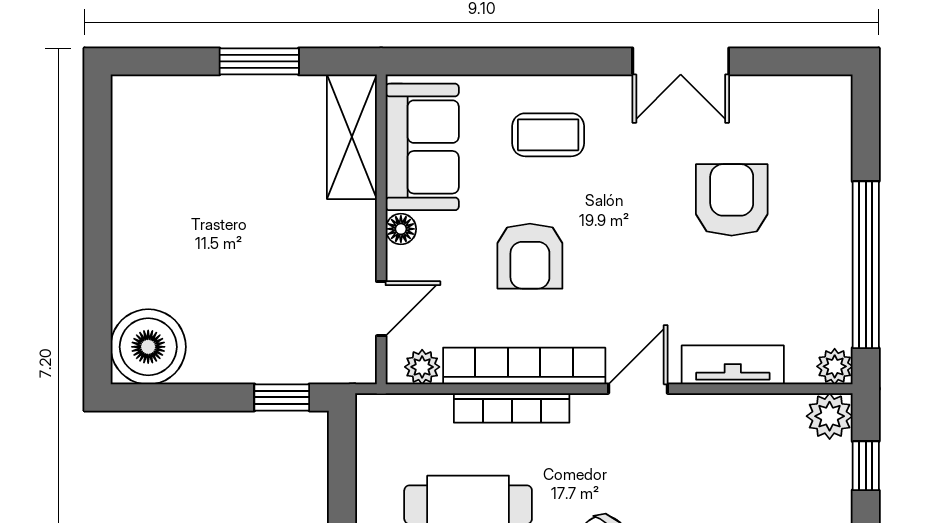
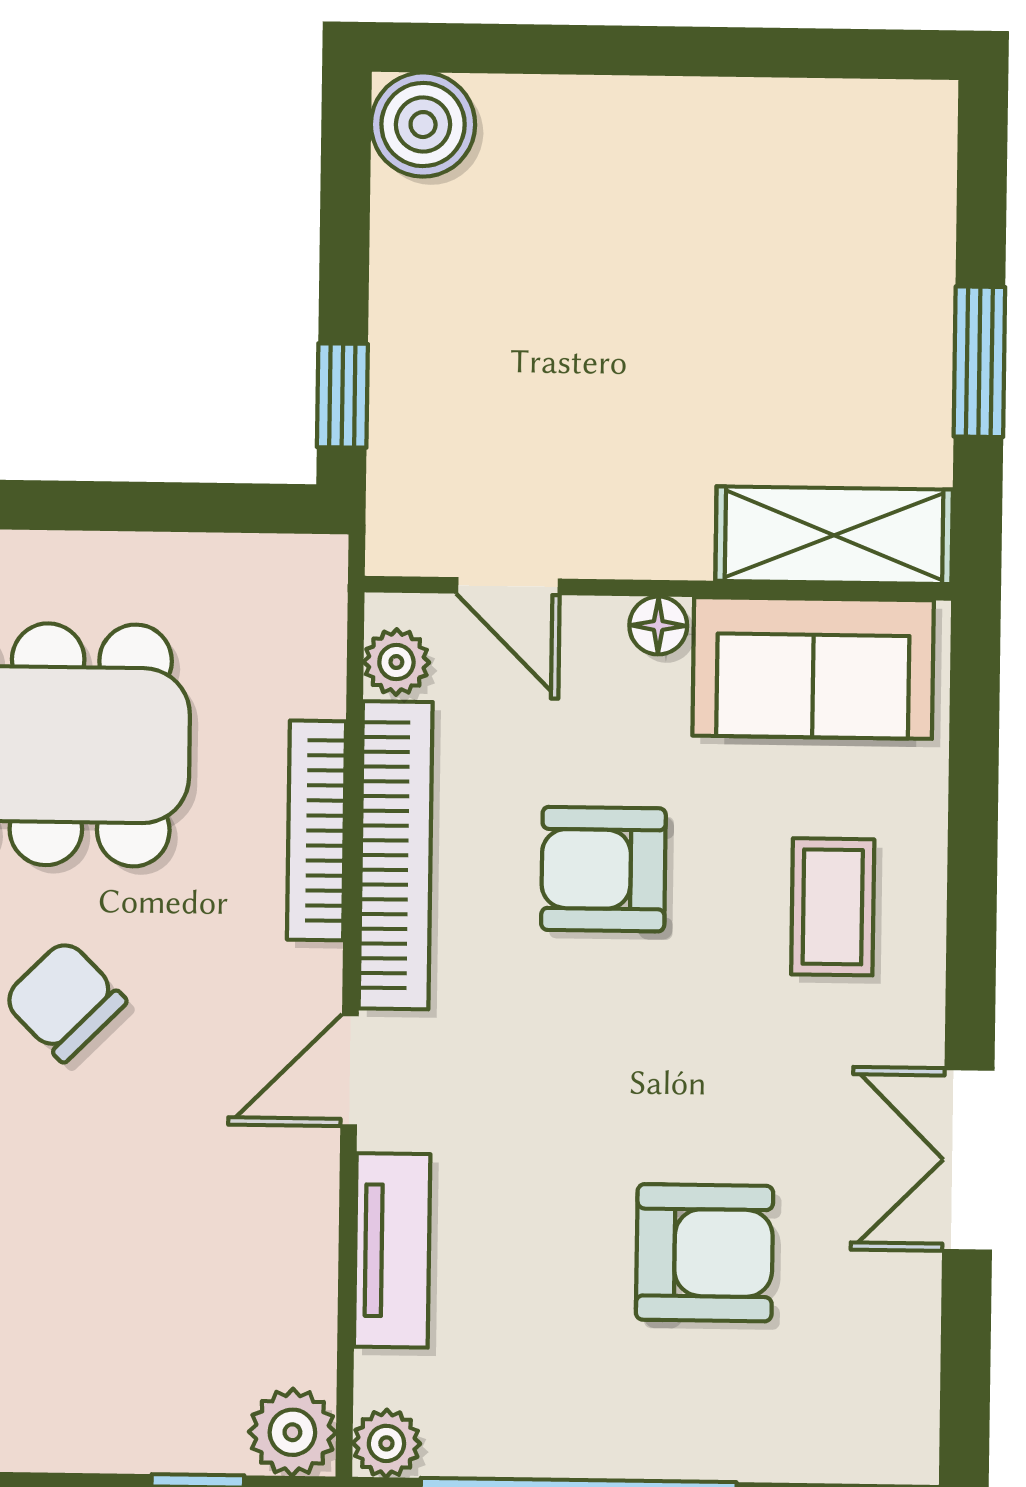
boiler: (148, 347) -> (423, 125), width x0.73, depth x0.73
door: (638, 389) -> (349, 1070), swing flipped

